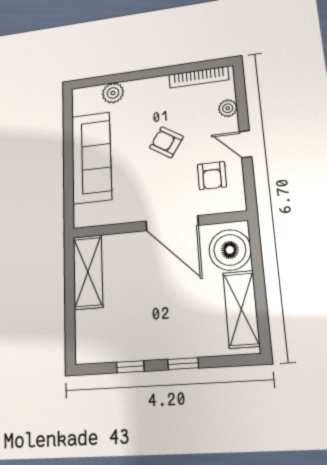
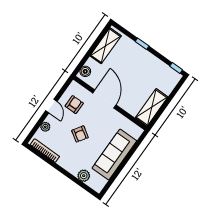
boiler: (230, 250) -> (85, 71), width x0.54, depth x0.54
window: (130, 367) -> (176, 68), moved

